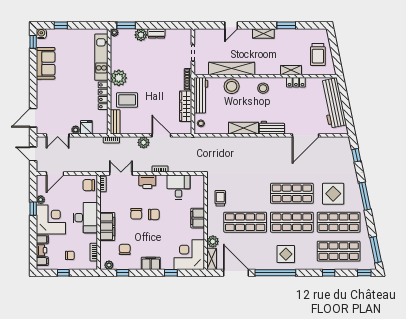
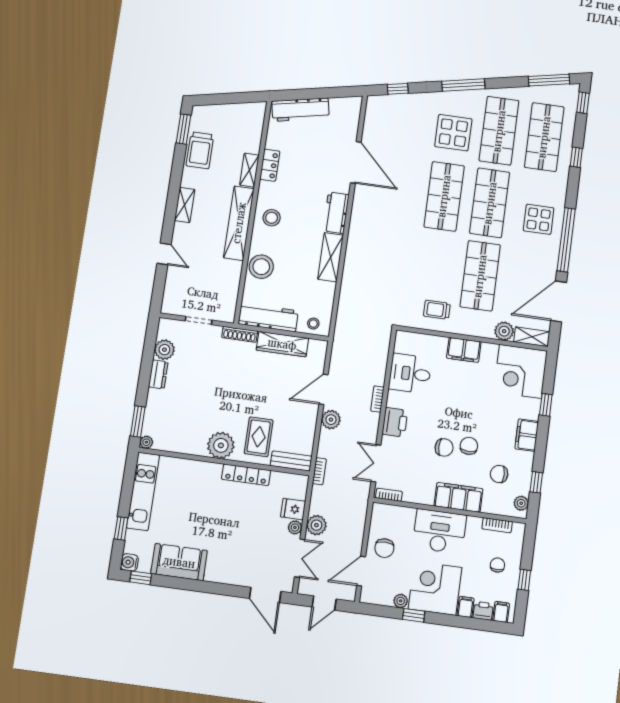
window: (286, 25) -> (184, 129), moved
plant: (141, 35) -> (164, 350), moved
trolley: (318, 55) -> (200, 150), moved, turned 90
kitchen unit: (101, 57) -> (143, 491), moved, turned -90
shelving: (232, 68) -> (239, 223), moved
workbench: (333, 103) -> (300, 110), width x0.73, depth x0.76
plant: (79, 143) -> (316, 525), added
door: (55, 173) -> (361, 571), swing flipped
chair: (89, 185) -> (384, 548), moved
chair: (154, 214) -> (469, 446), moved

